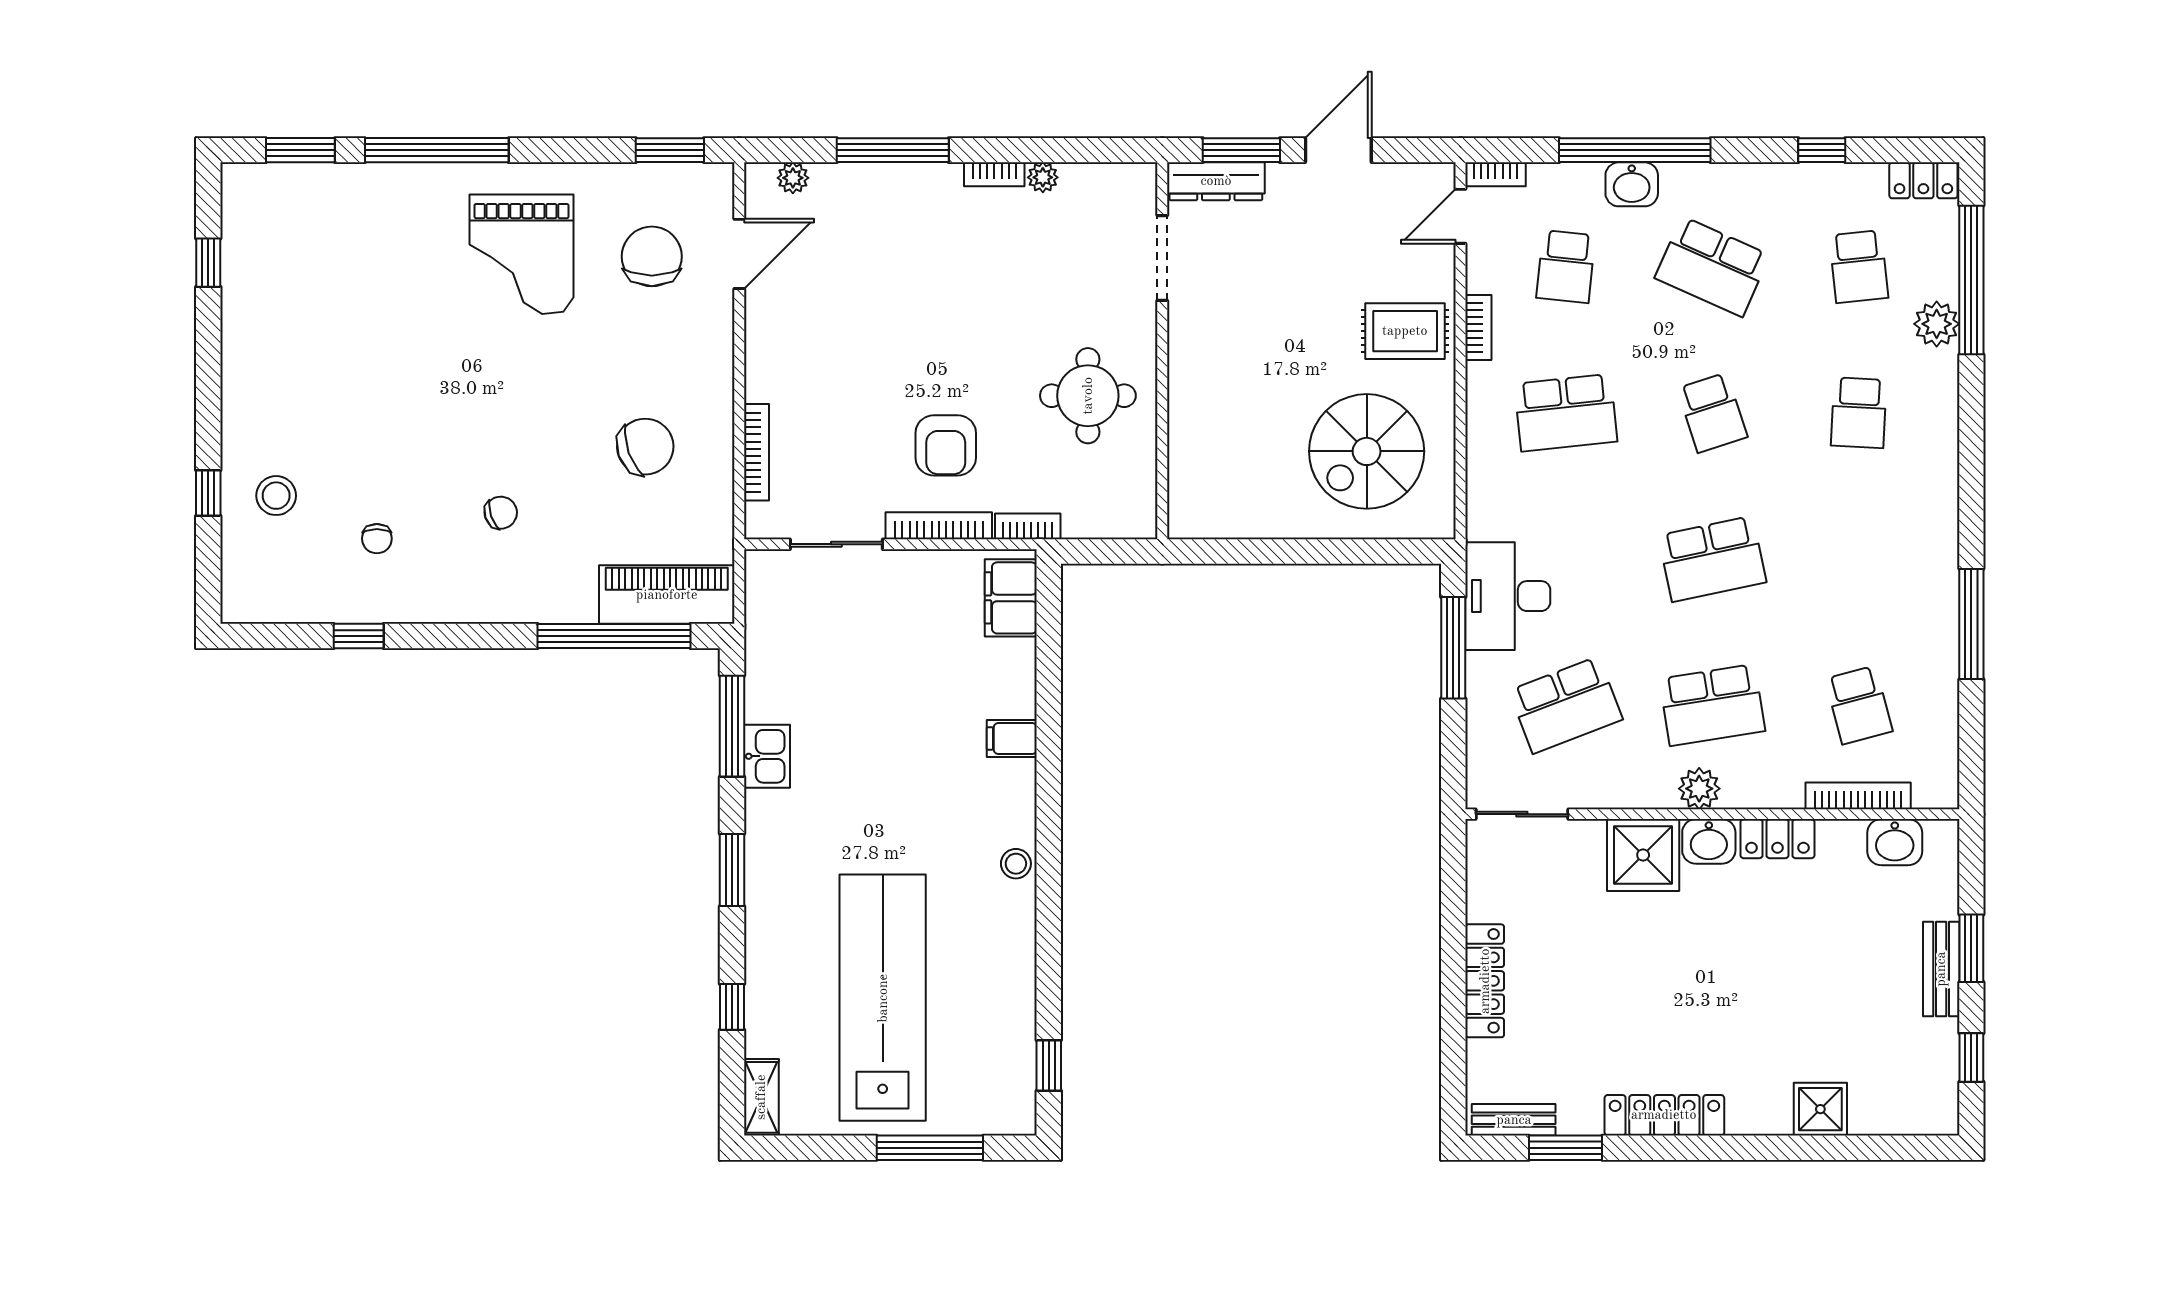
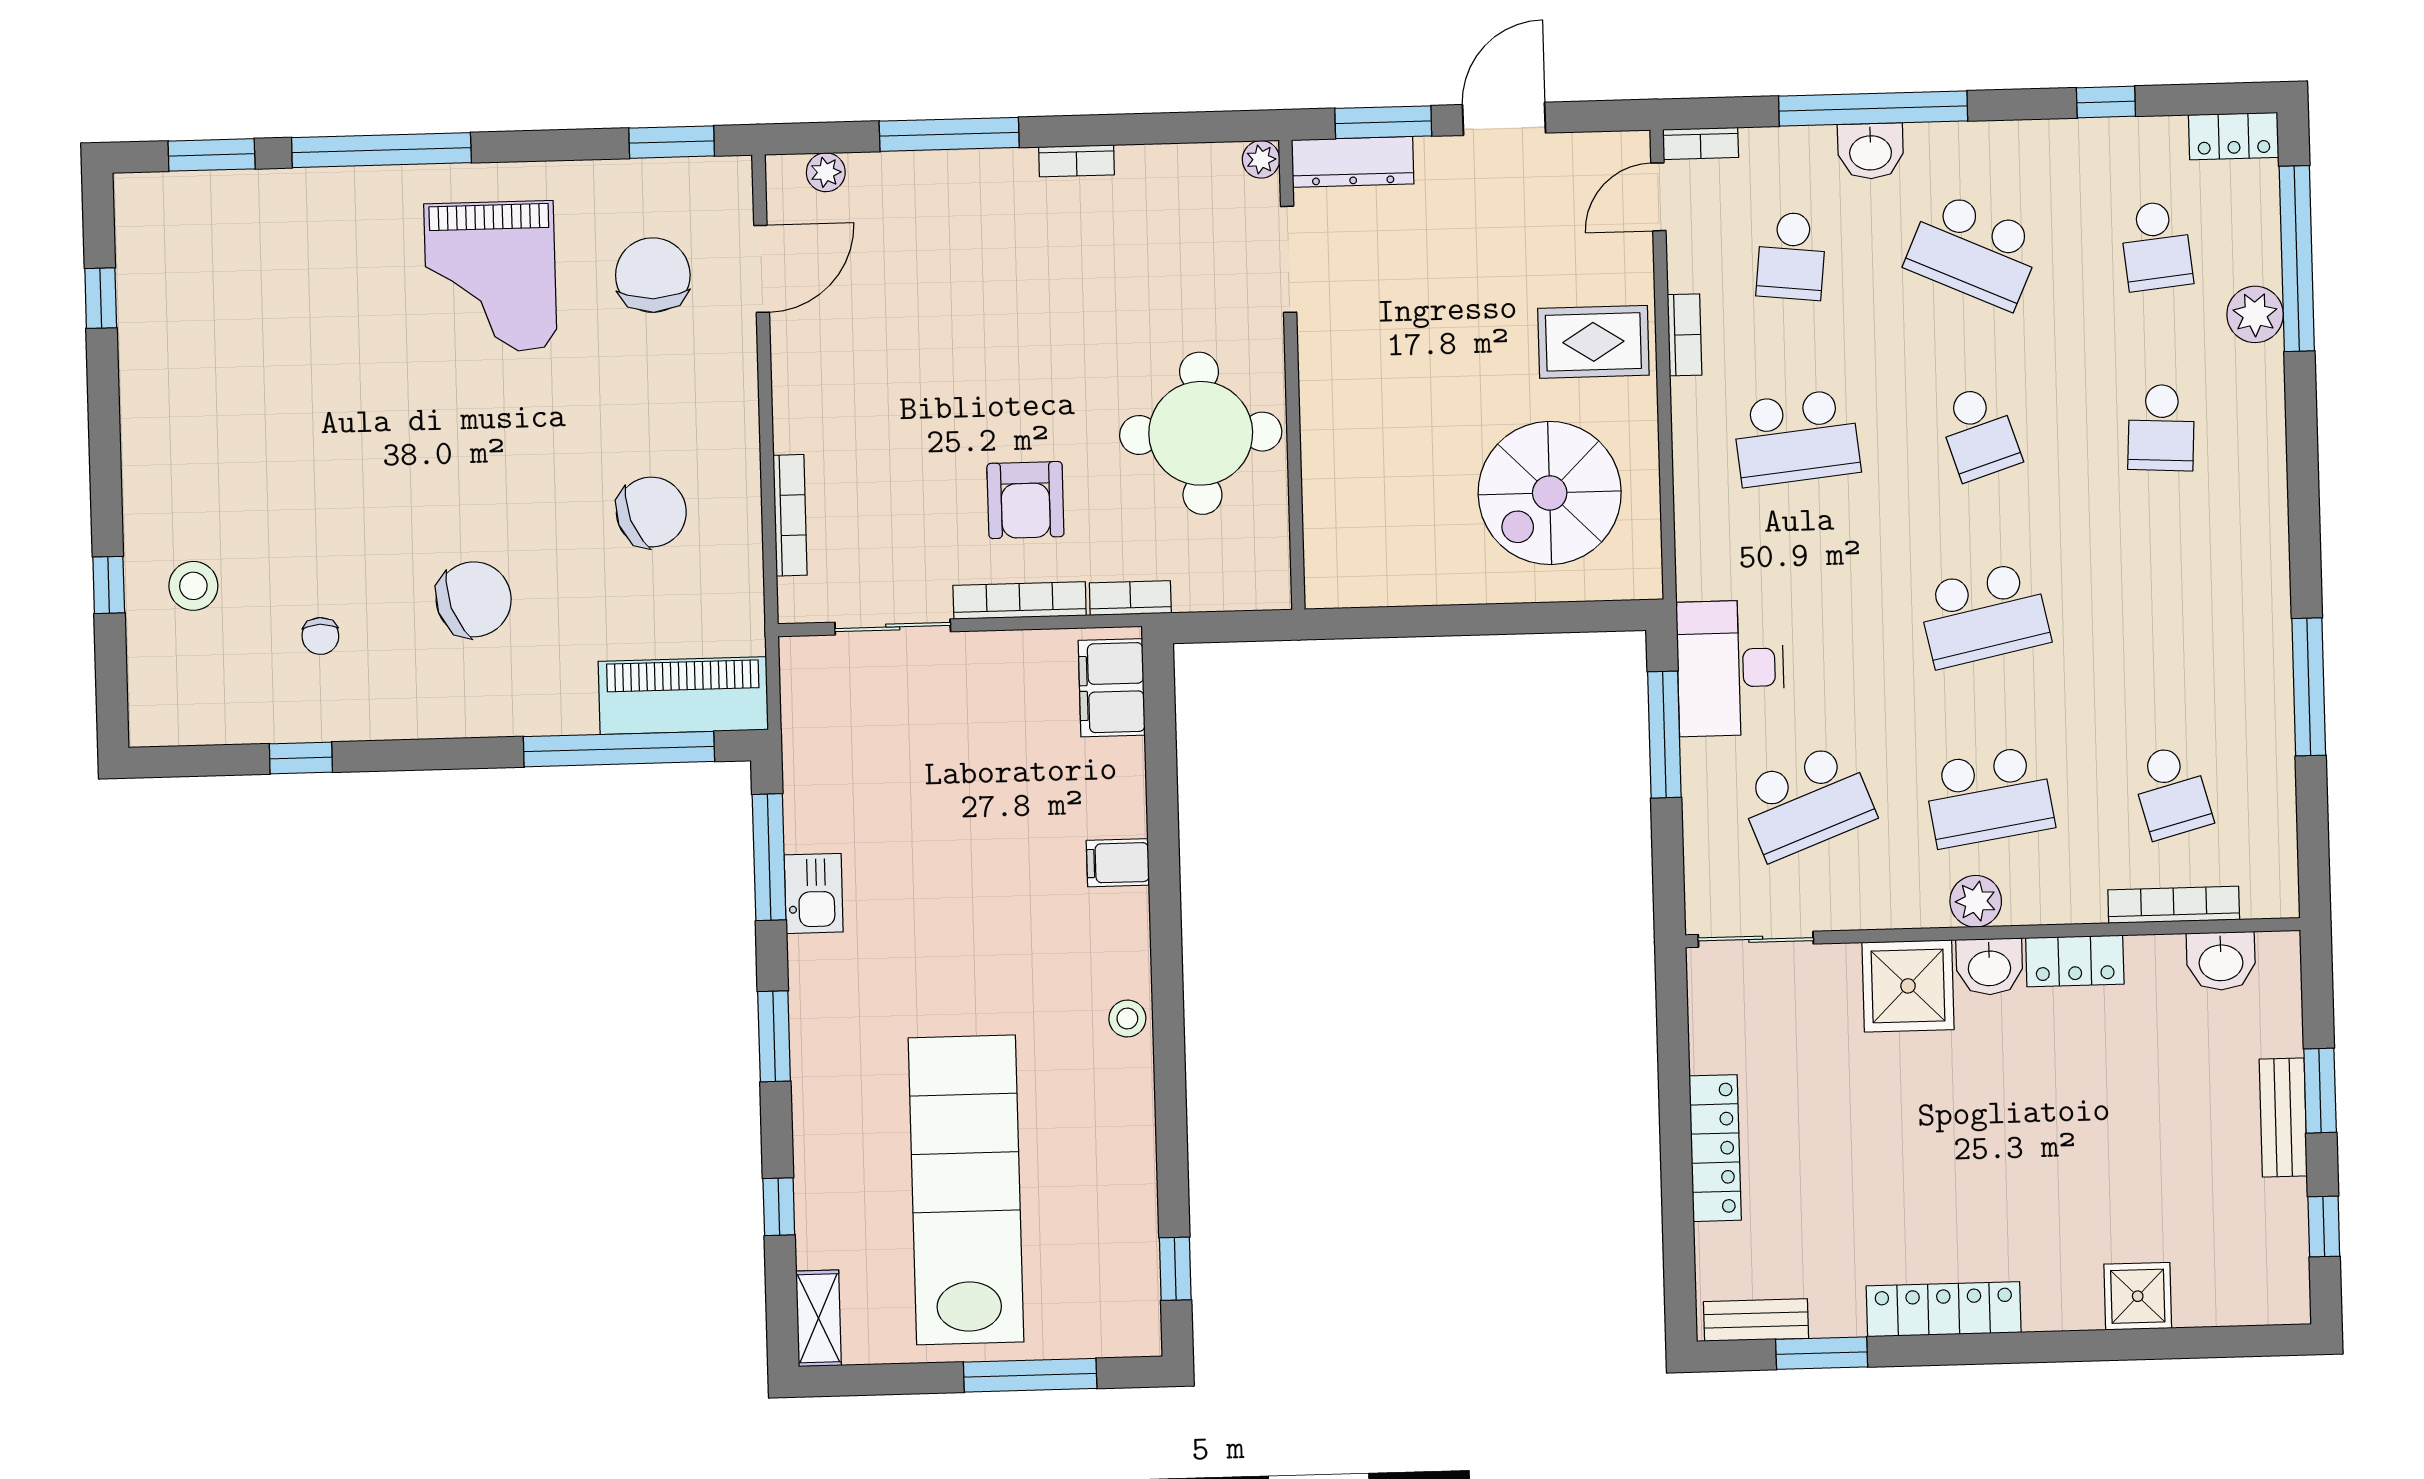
plant: (1043, 177) -> (1261, 159), moved
round table: (1088, 396) -> (1201, 433), width x1.36, depth x1.36
chair: (501, 513) -> (474, 599), width x1.87, depth x1.87

